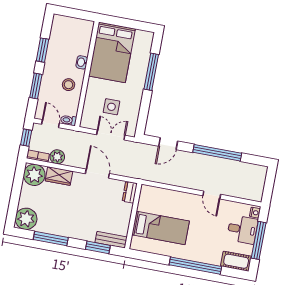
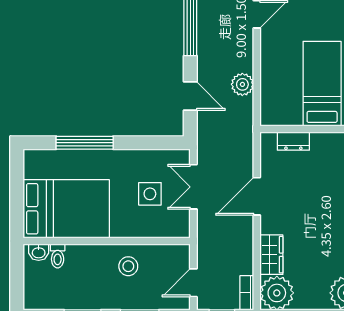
washbasin: (82, 62) -> (39, 252), moved
toilet: (68, 120) -> (58, 256), moved
plant: (57, 157) -> (242, 84), moved
dresser: (130, 192) -> (293, 141), moved

